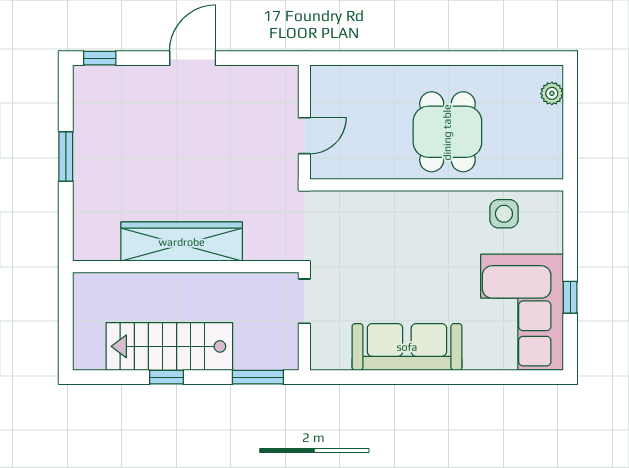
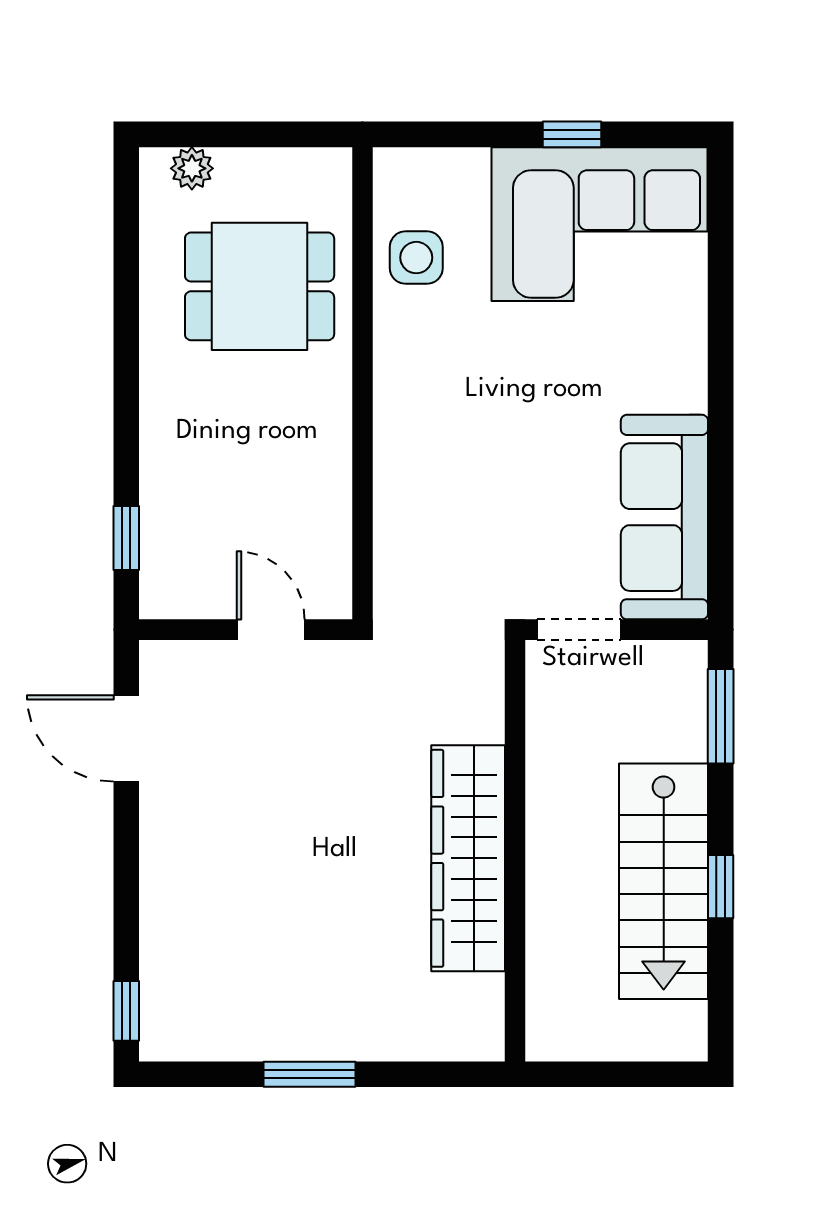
door: (193, 58) -> (126, 738), moved
window: (353, 58) -> (126, 538), added
dining table: (447, 132) -> (260, 286), moved
sofa: (407, 347) -> (664, 517), moved

